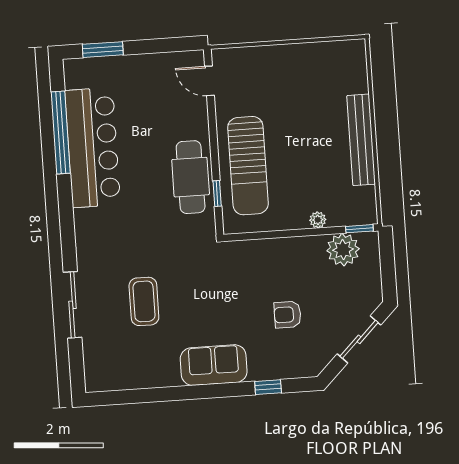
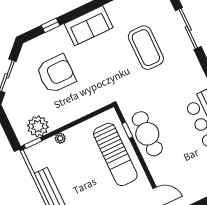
sun lounger: (248, 166) -> (115, 154), turned 180
coffee table: (144, 301) -> (146, 48), width x1.36, depth x1.32
armchair: (288, 315) -> (56, 74), width x1.88, depth x1.88

